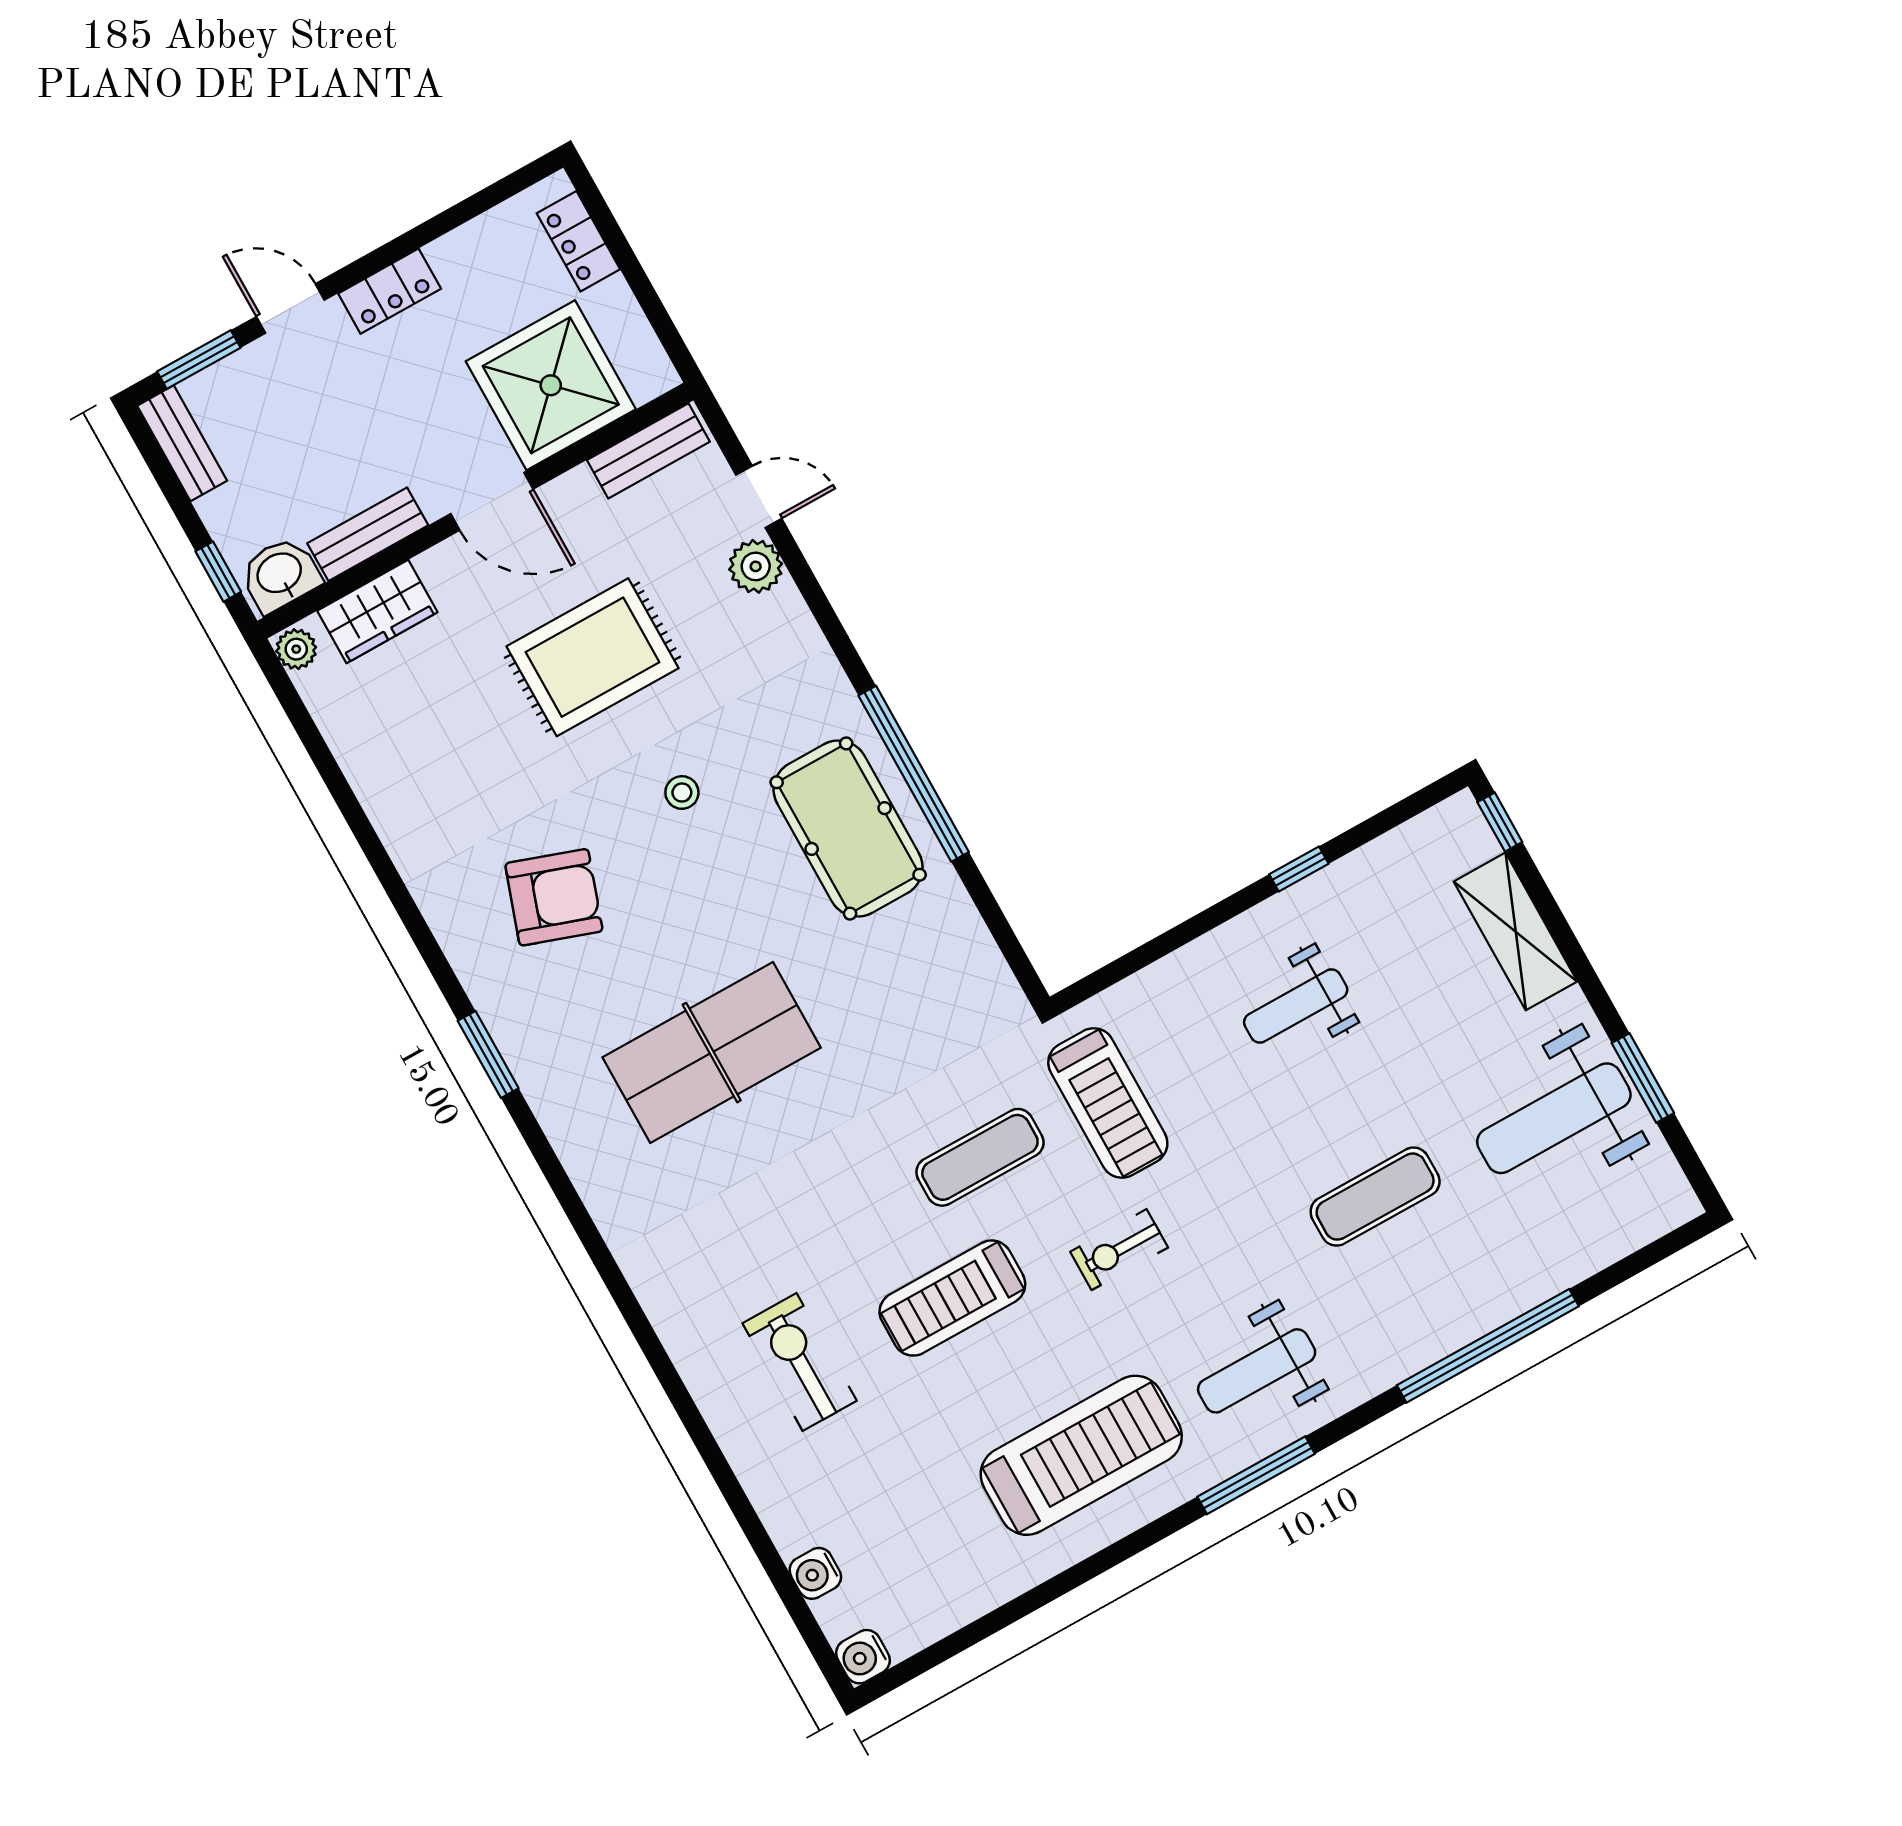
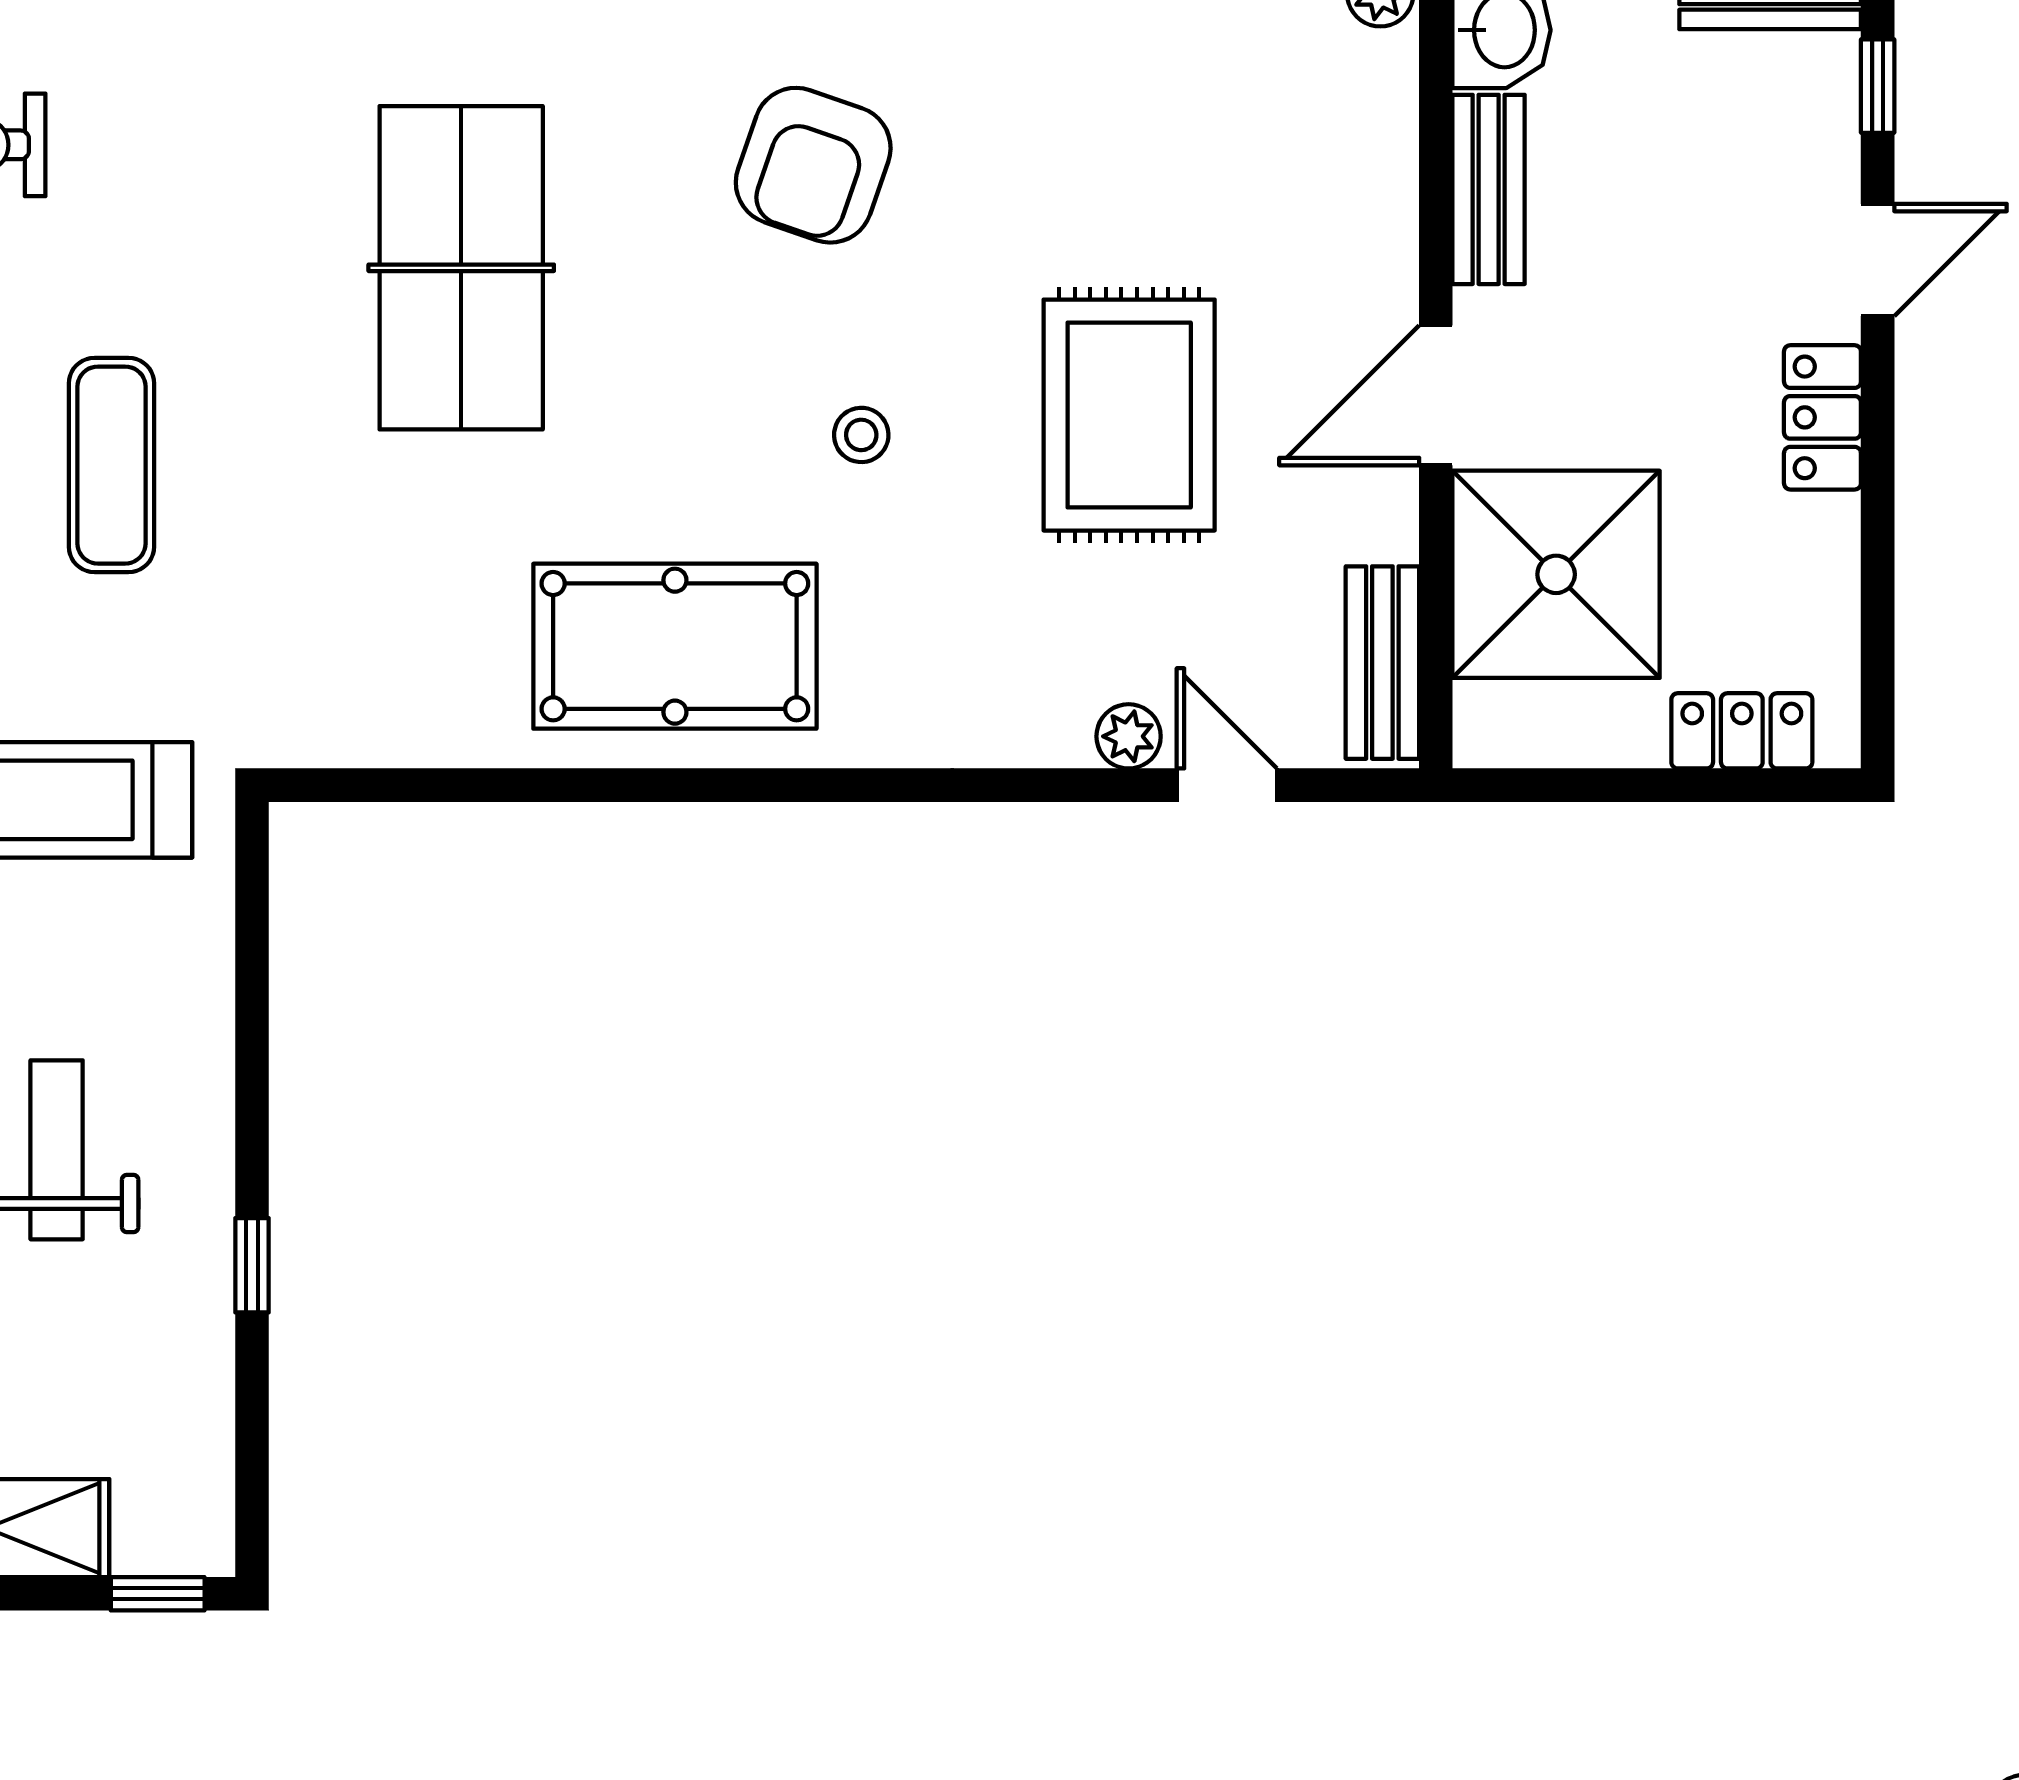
window: (199, 360) -> (1878, 86), width x0.67
door: (759, 497) -> (1227, 785), swing flipped
plant: (756, 566) -> (1129, 736), width x0.73, depth x0.73
wardrobe: (377, 612) -> (1369, 141), removed
window: (914, 774) -> (701, 785), removed
exercise mat: (980, 1157) -> (112, 465), moved

